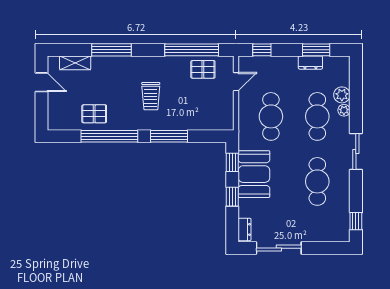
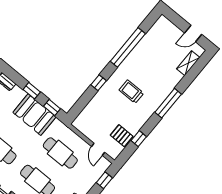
window: (112, 50) -> (168, 103), moved
window: (192, 50) -> (139, 139), width x0.32
pallet: (203, 69) -> (122, 136), turned 90
pallet: (94, 114) -> (149, 49), removed
window: (169, 136) -> (99, 83), width x0.46

